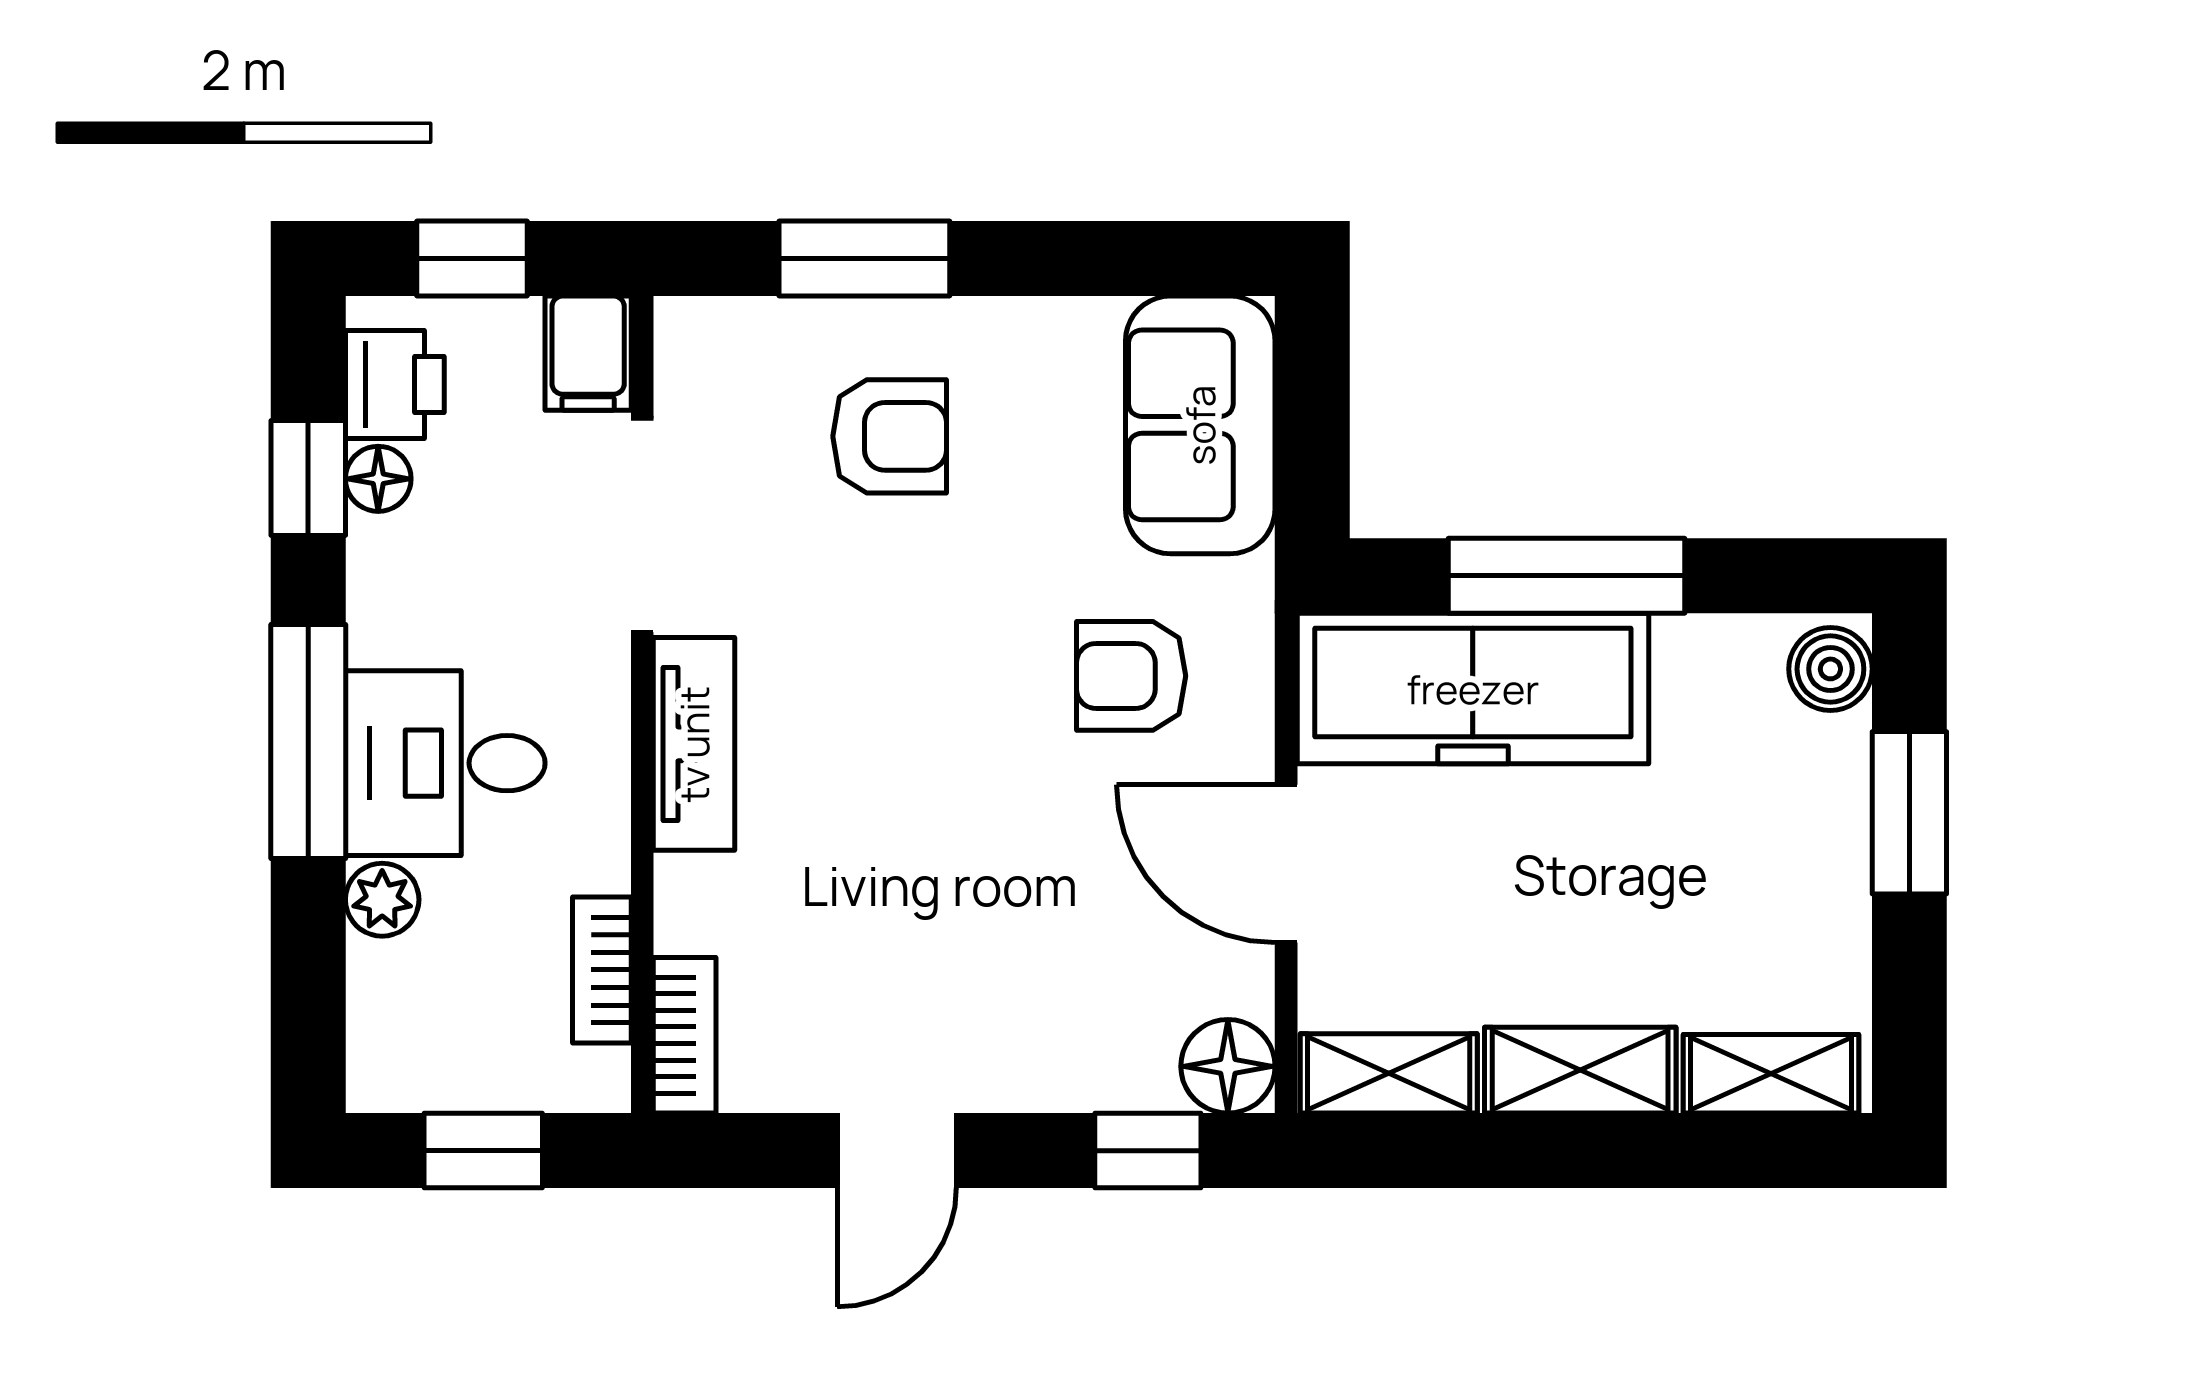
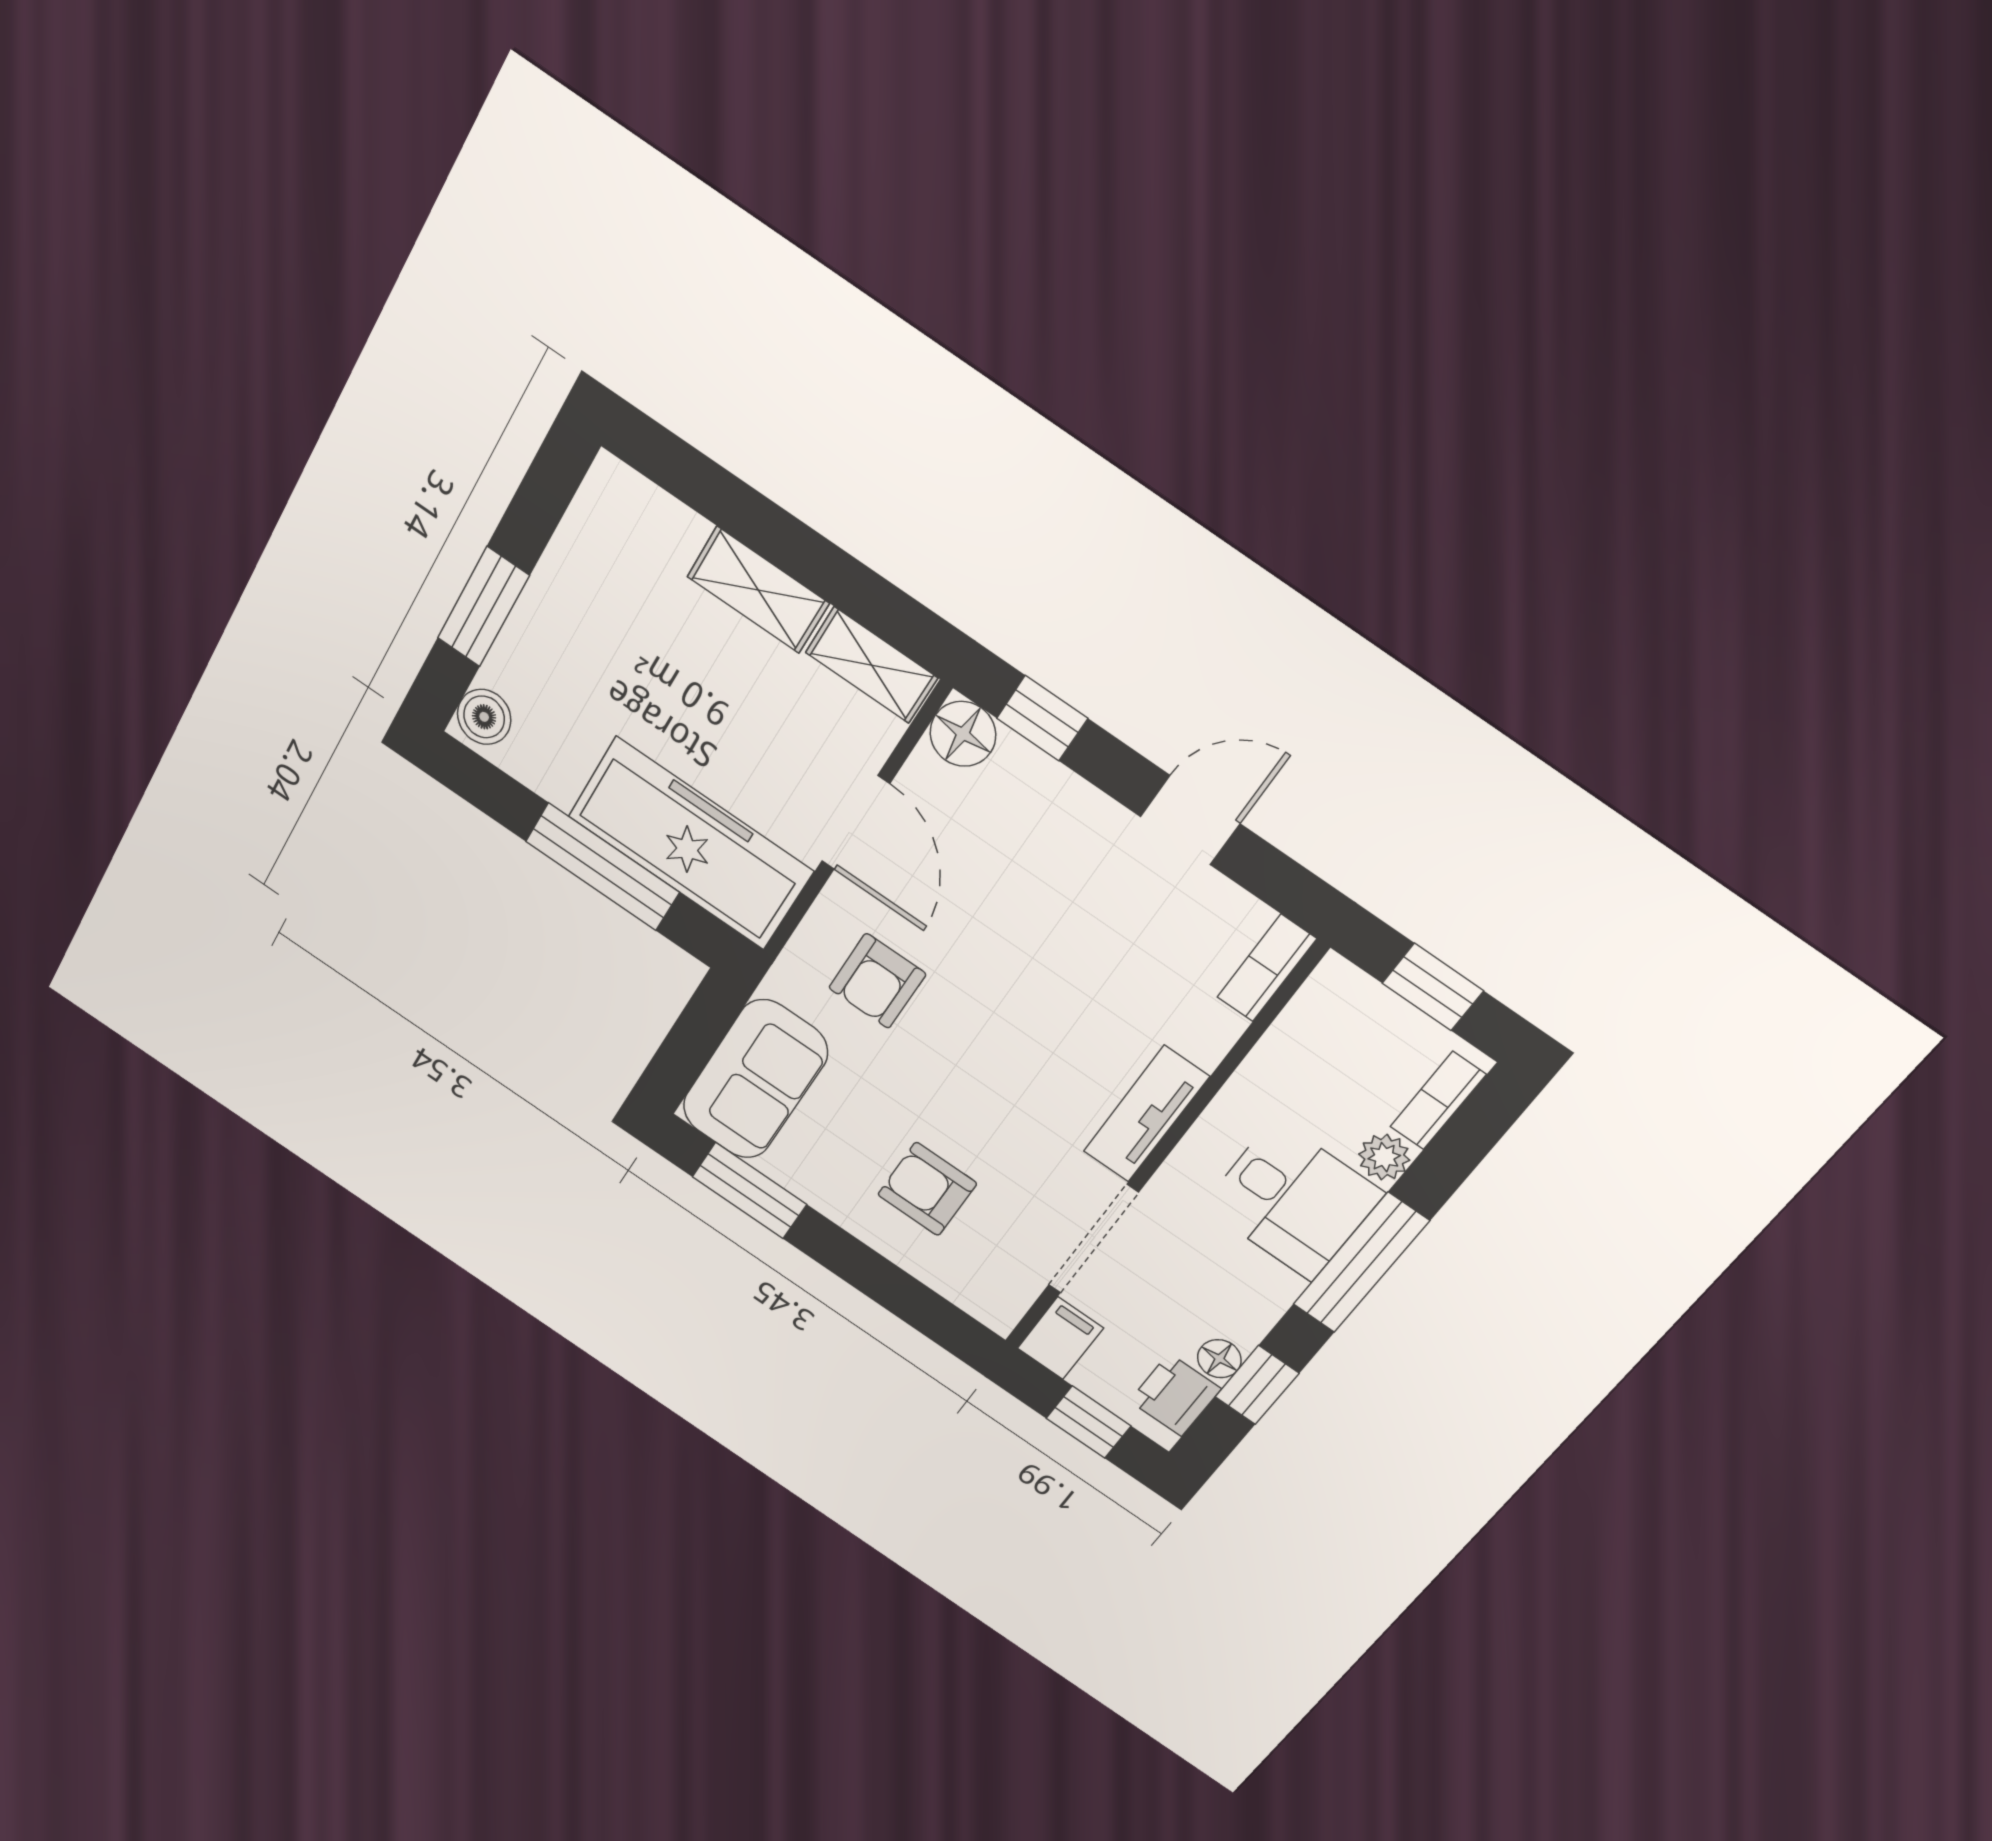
window: (864, 259) -> (749, 1191), moved
armchair: (1131, 676) -> (877, 981), turned 90
bookcase: (602, 970) -> (1438, 1101), moved, turned 180
shelving: (1771, 1074) -> (647, 511), removed

